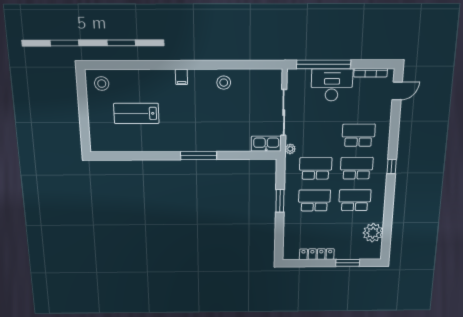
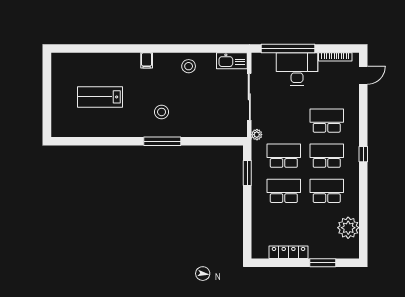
stool: (102, 84) -> (162, 112), moved
kitchen sink: (266, 144) -> (232, 61), moved, turned 180
window: (280, 201) -> (247, 173), moved

